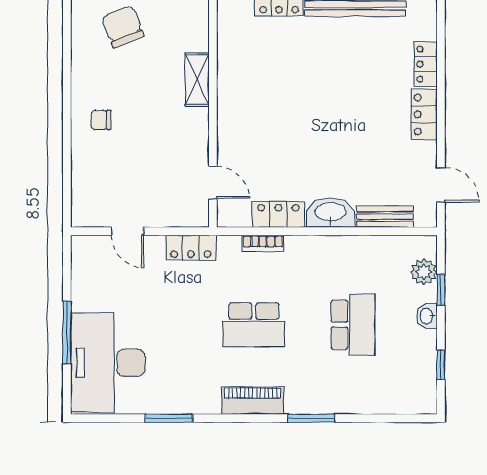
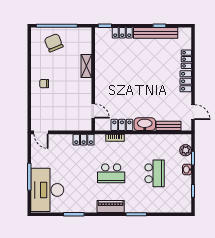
door: (128, 231) -> (41, 132), moved

